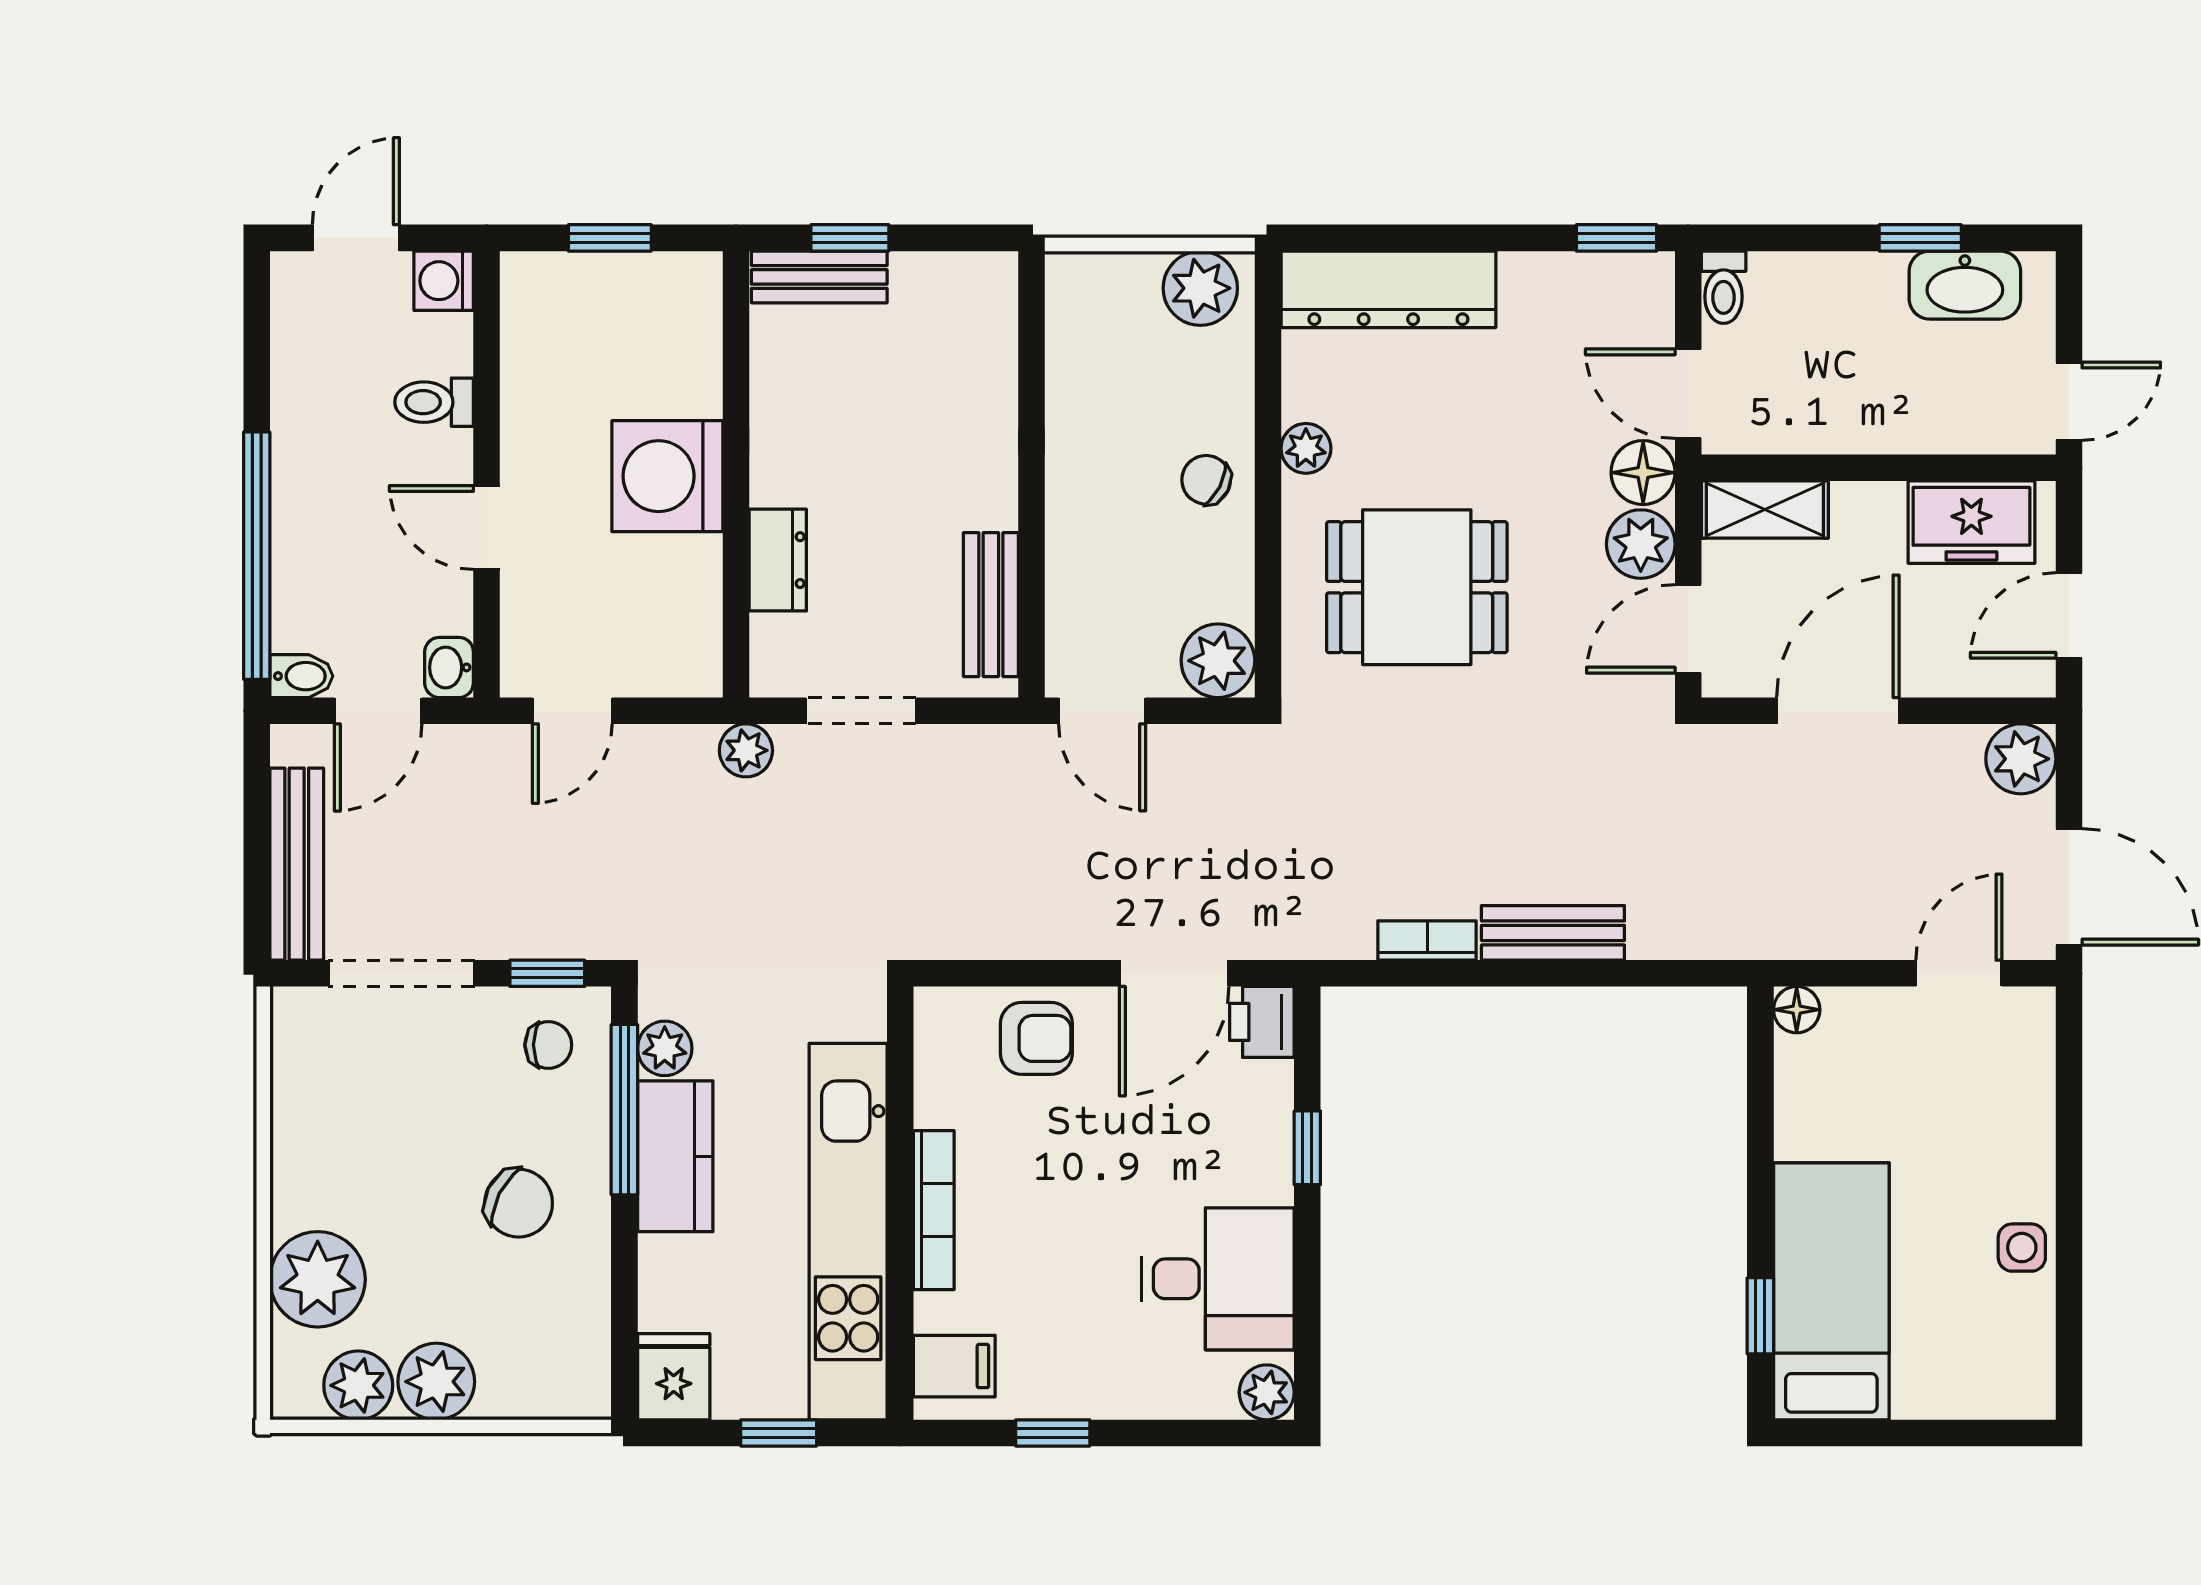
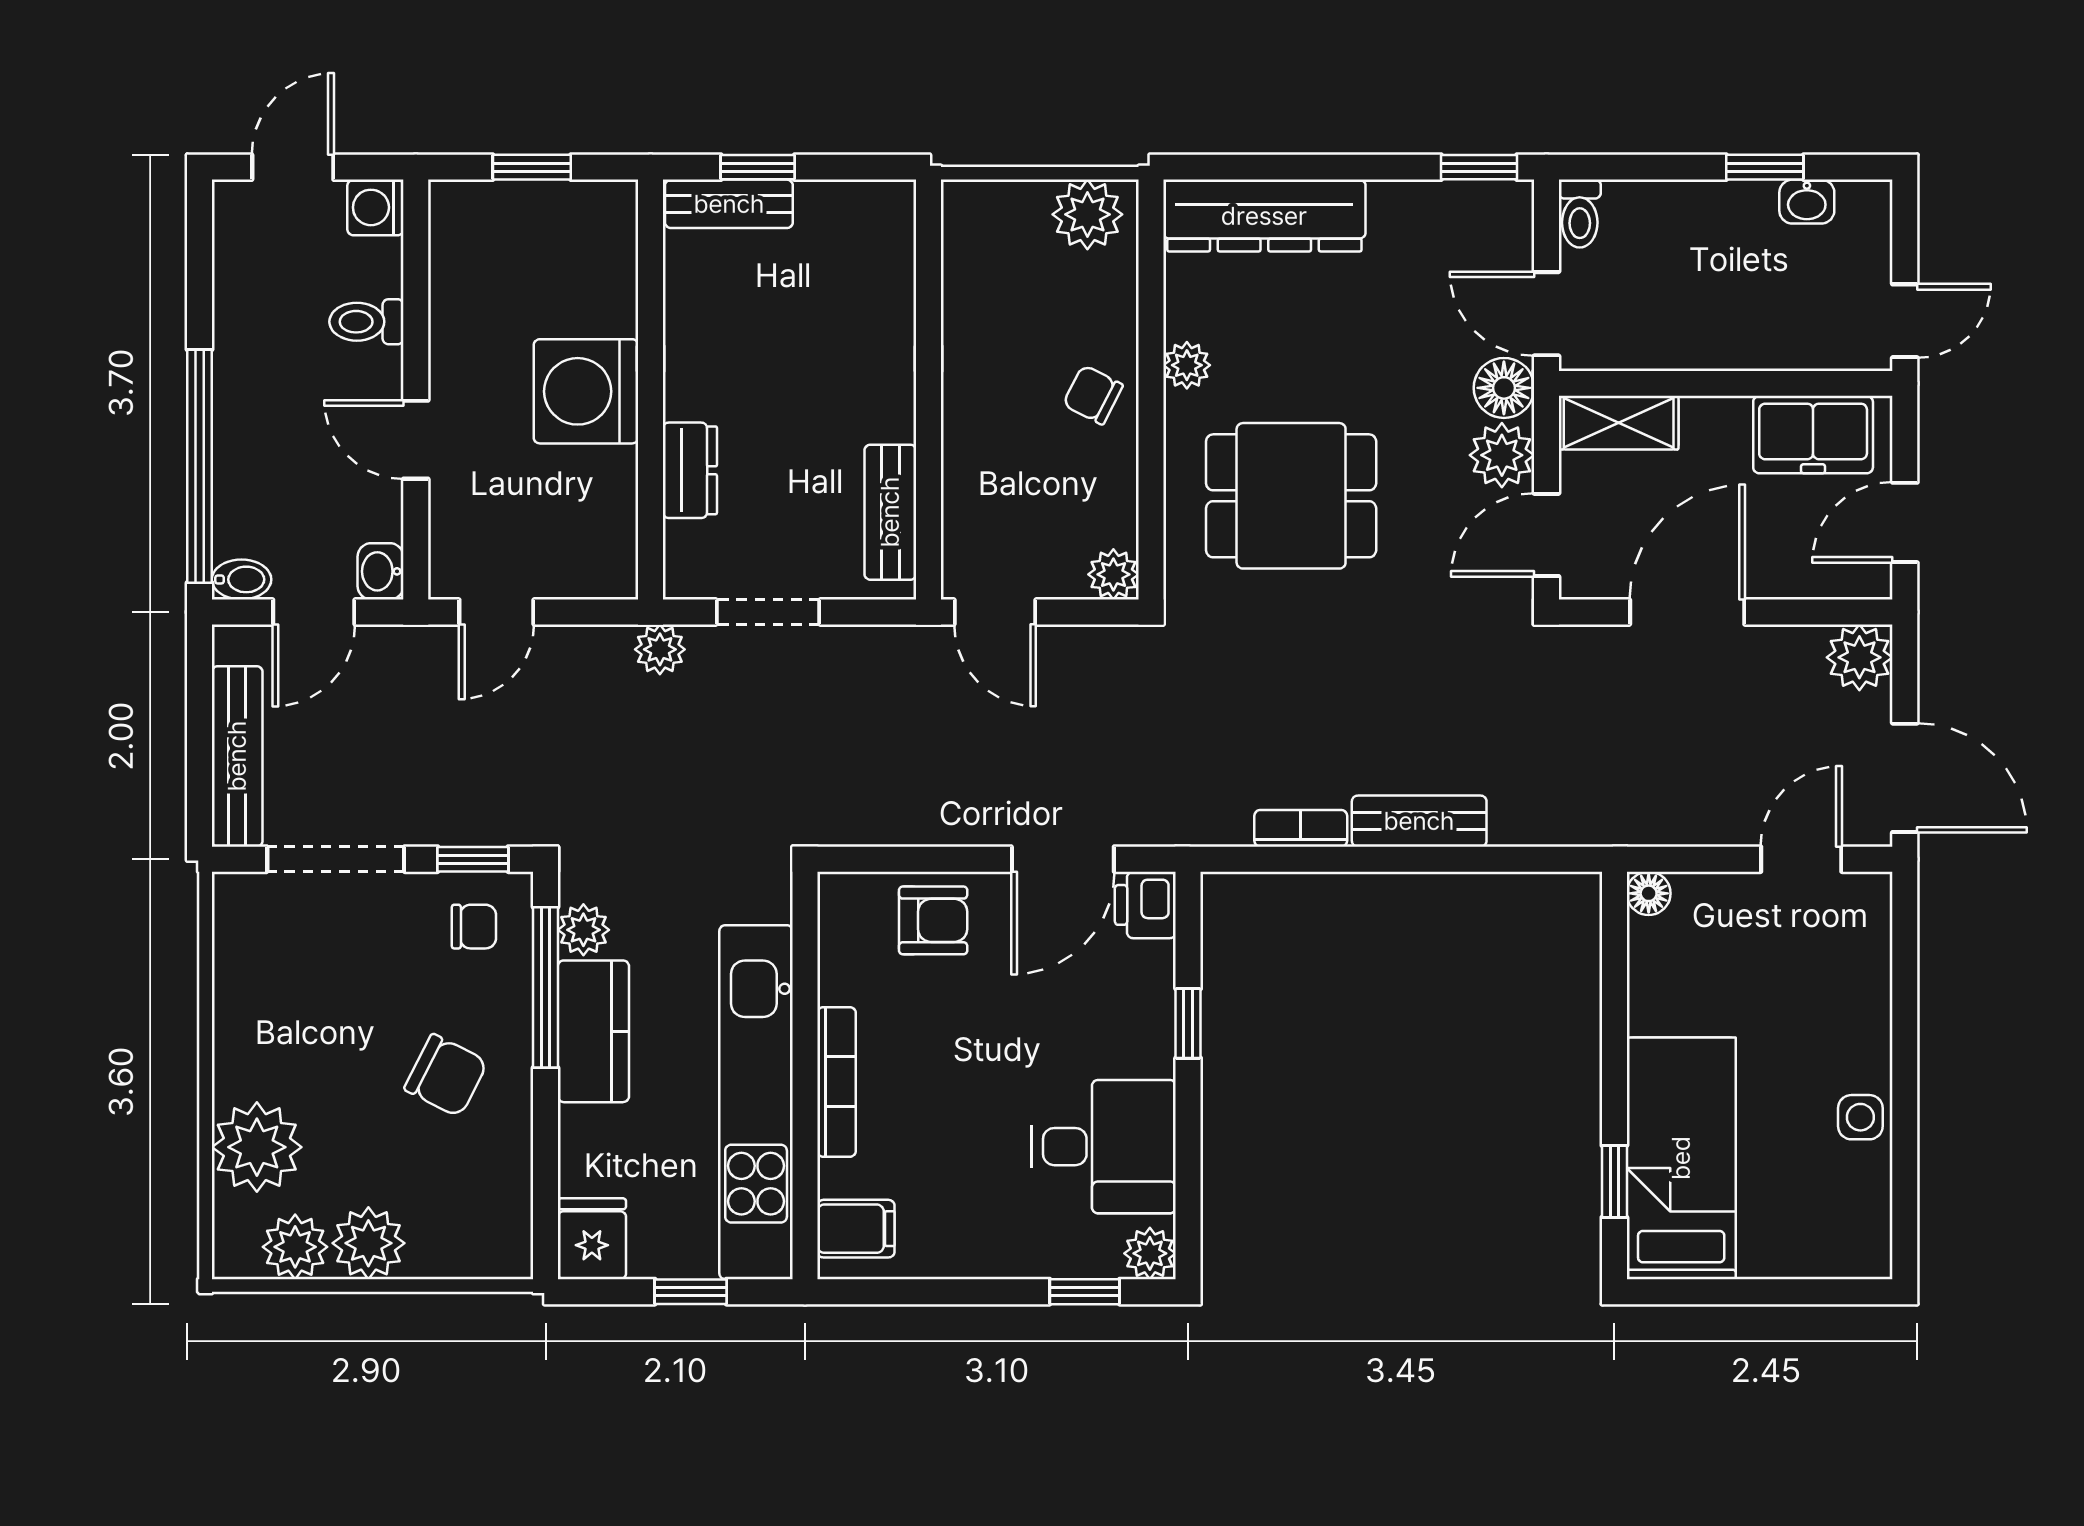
washbasin: (1965, 285) -> (1807, 202), width x0.52, depth x0.69
plant: (1218, 661) -> (1113, 574), width x0.73, depth x0.73
window: (1053, 1433) -> (1085, 1292), moved

